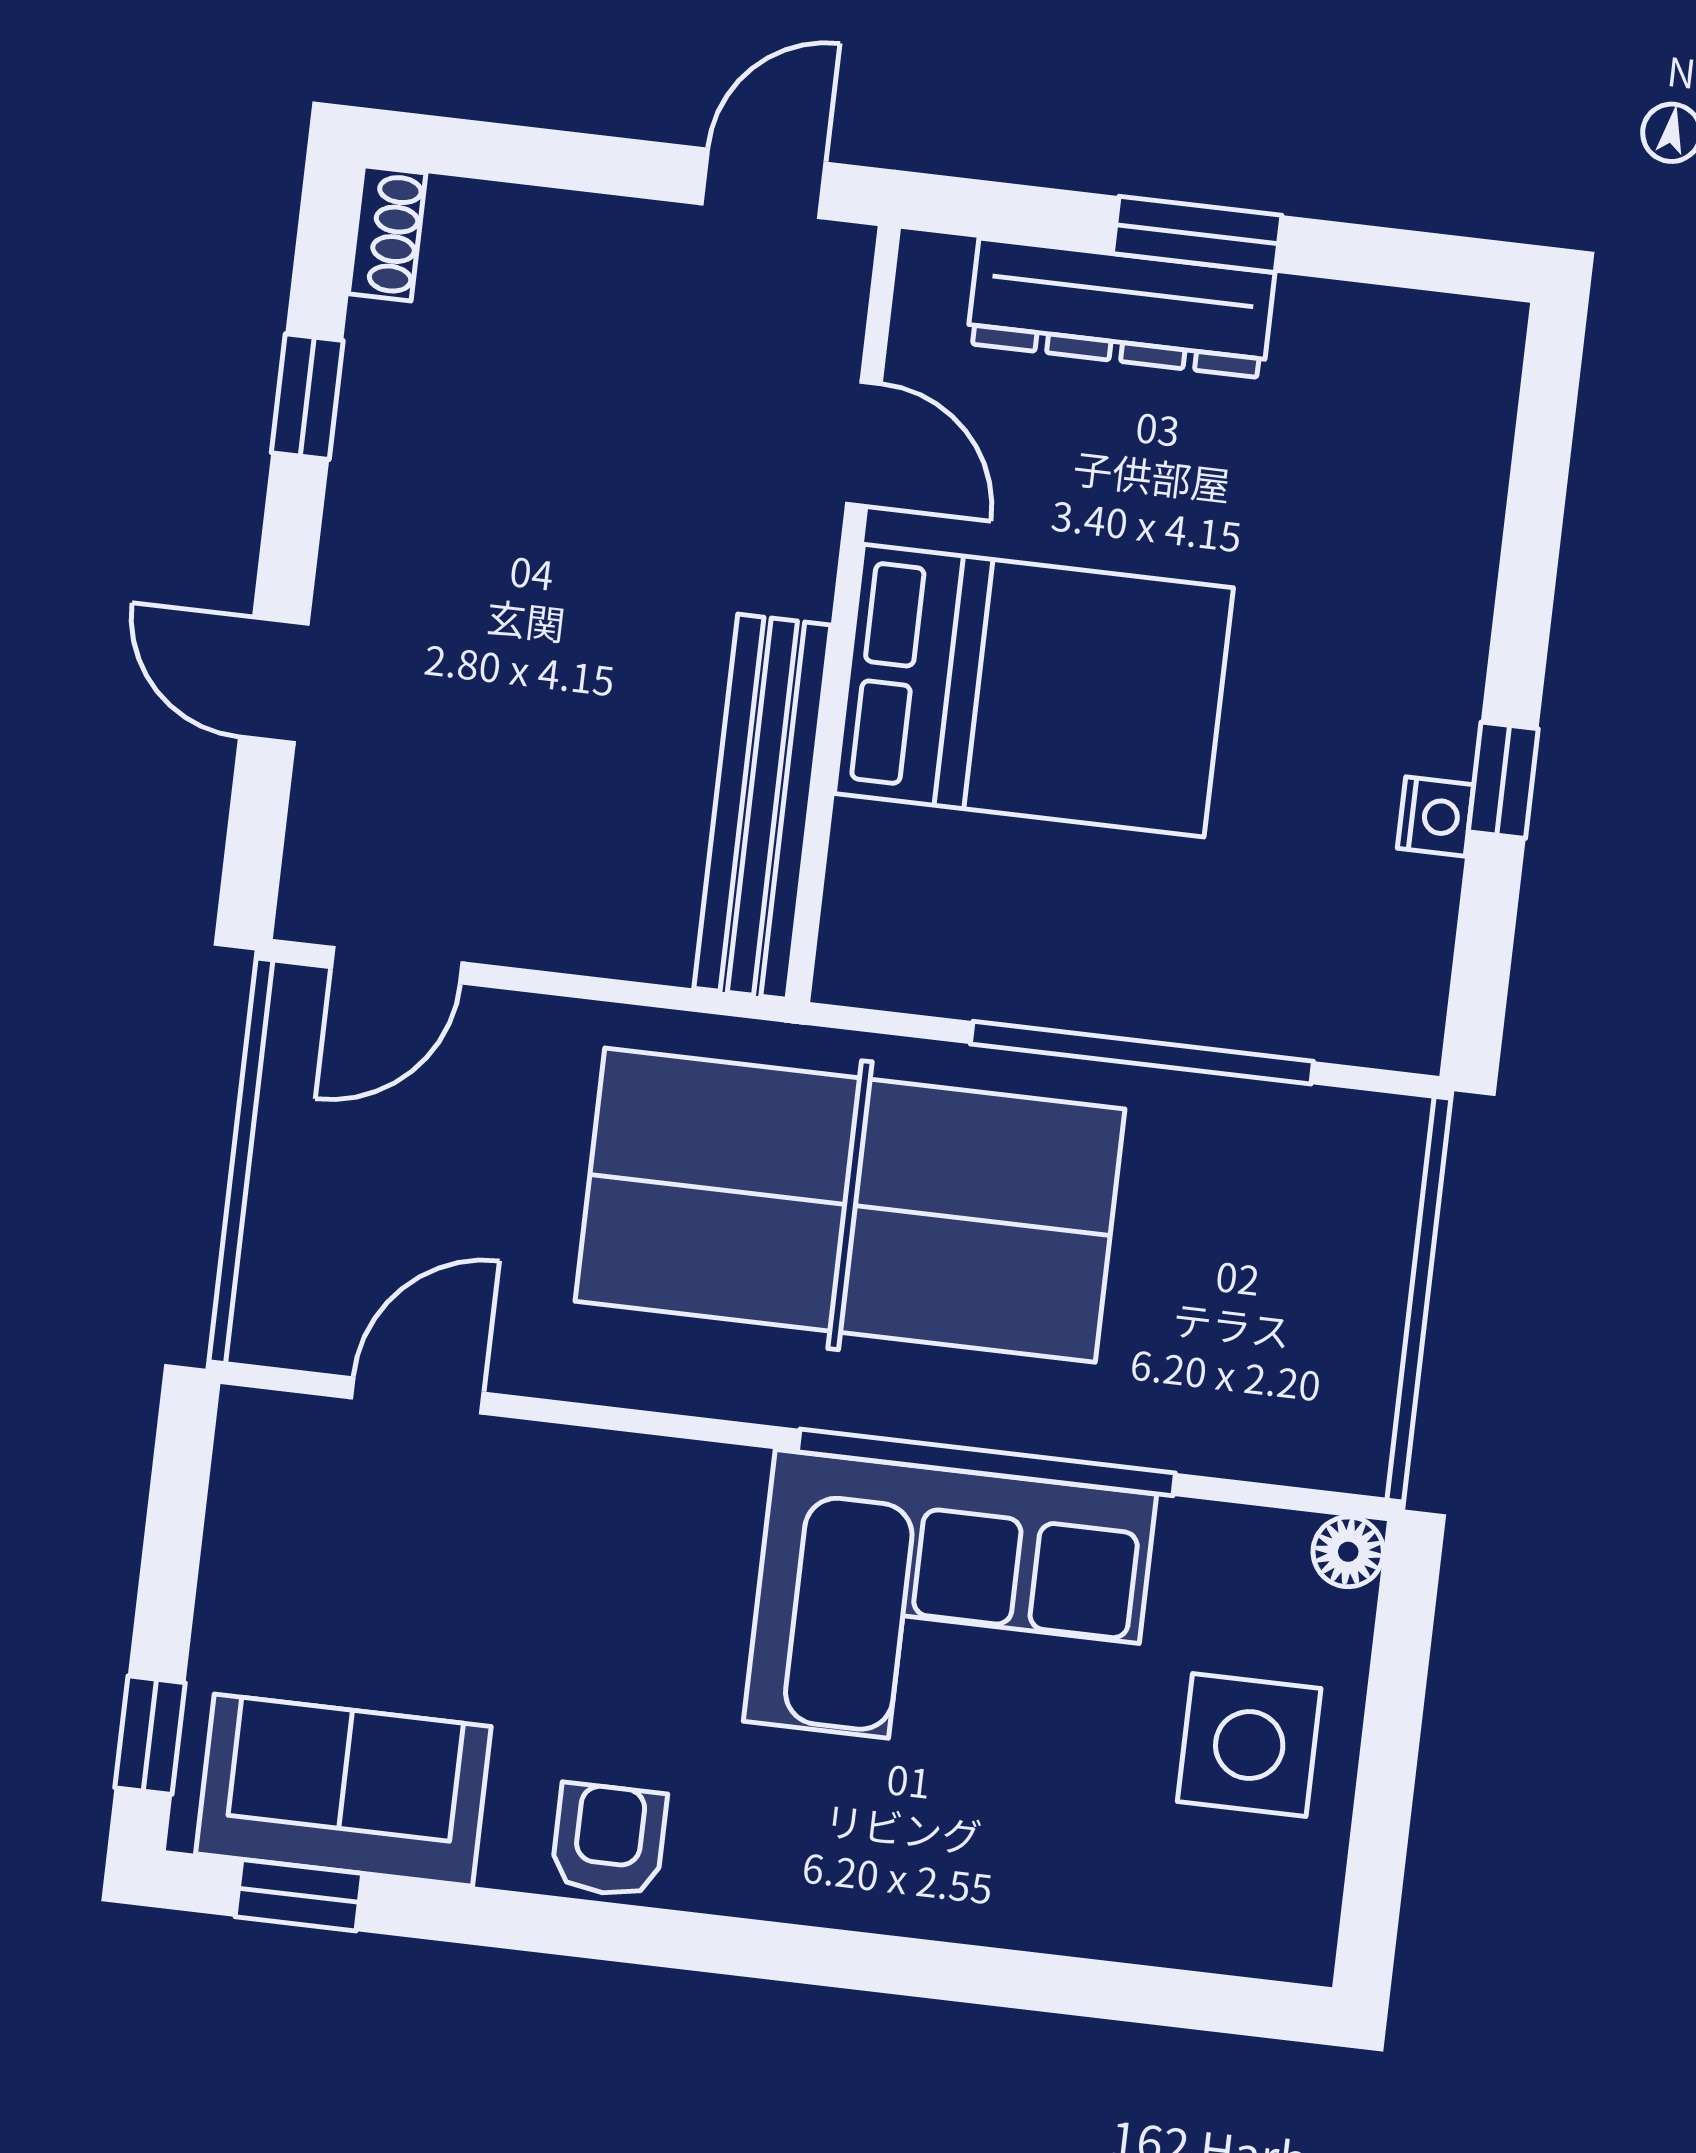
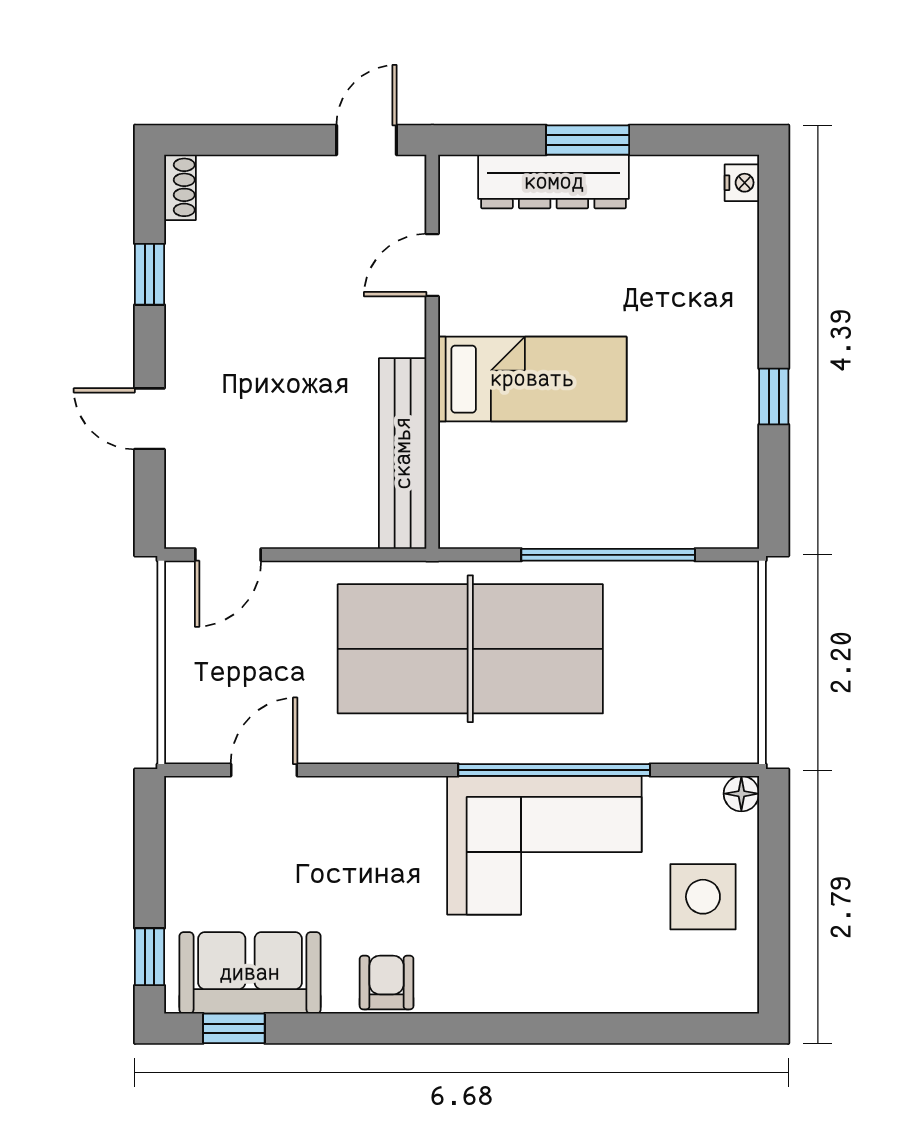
door: (864, 444) -> (432, 265), swing flipped
bed: (1034, 691) -> (532, 379), width x0.67
nightstand: (1435, 817) -> (742, 183), moved

